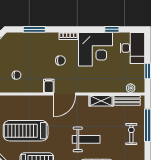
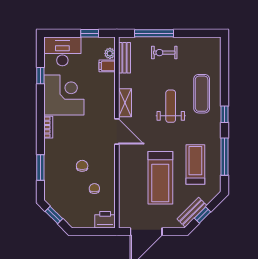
chair: (60, 60) -> (82, 166), moved
filing cabinet: (49, 86) -> (107, 66), moved
shelving: (101, 101) -> (125, 103), moved

